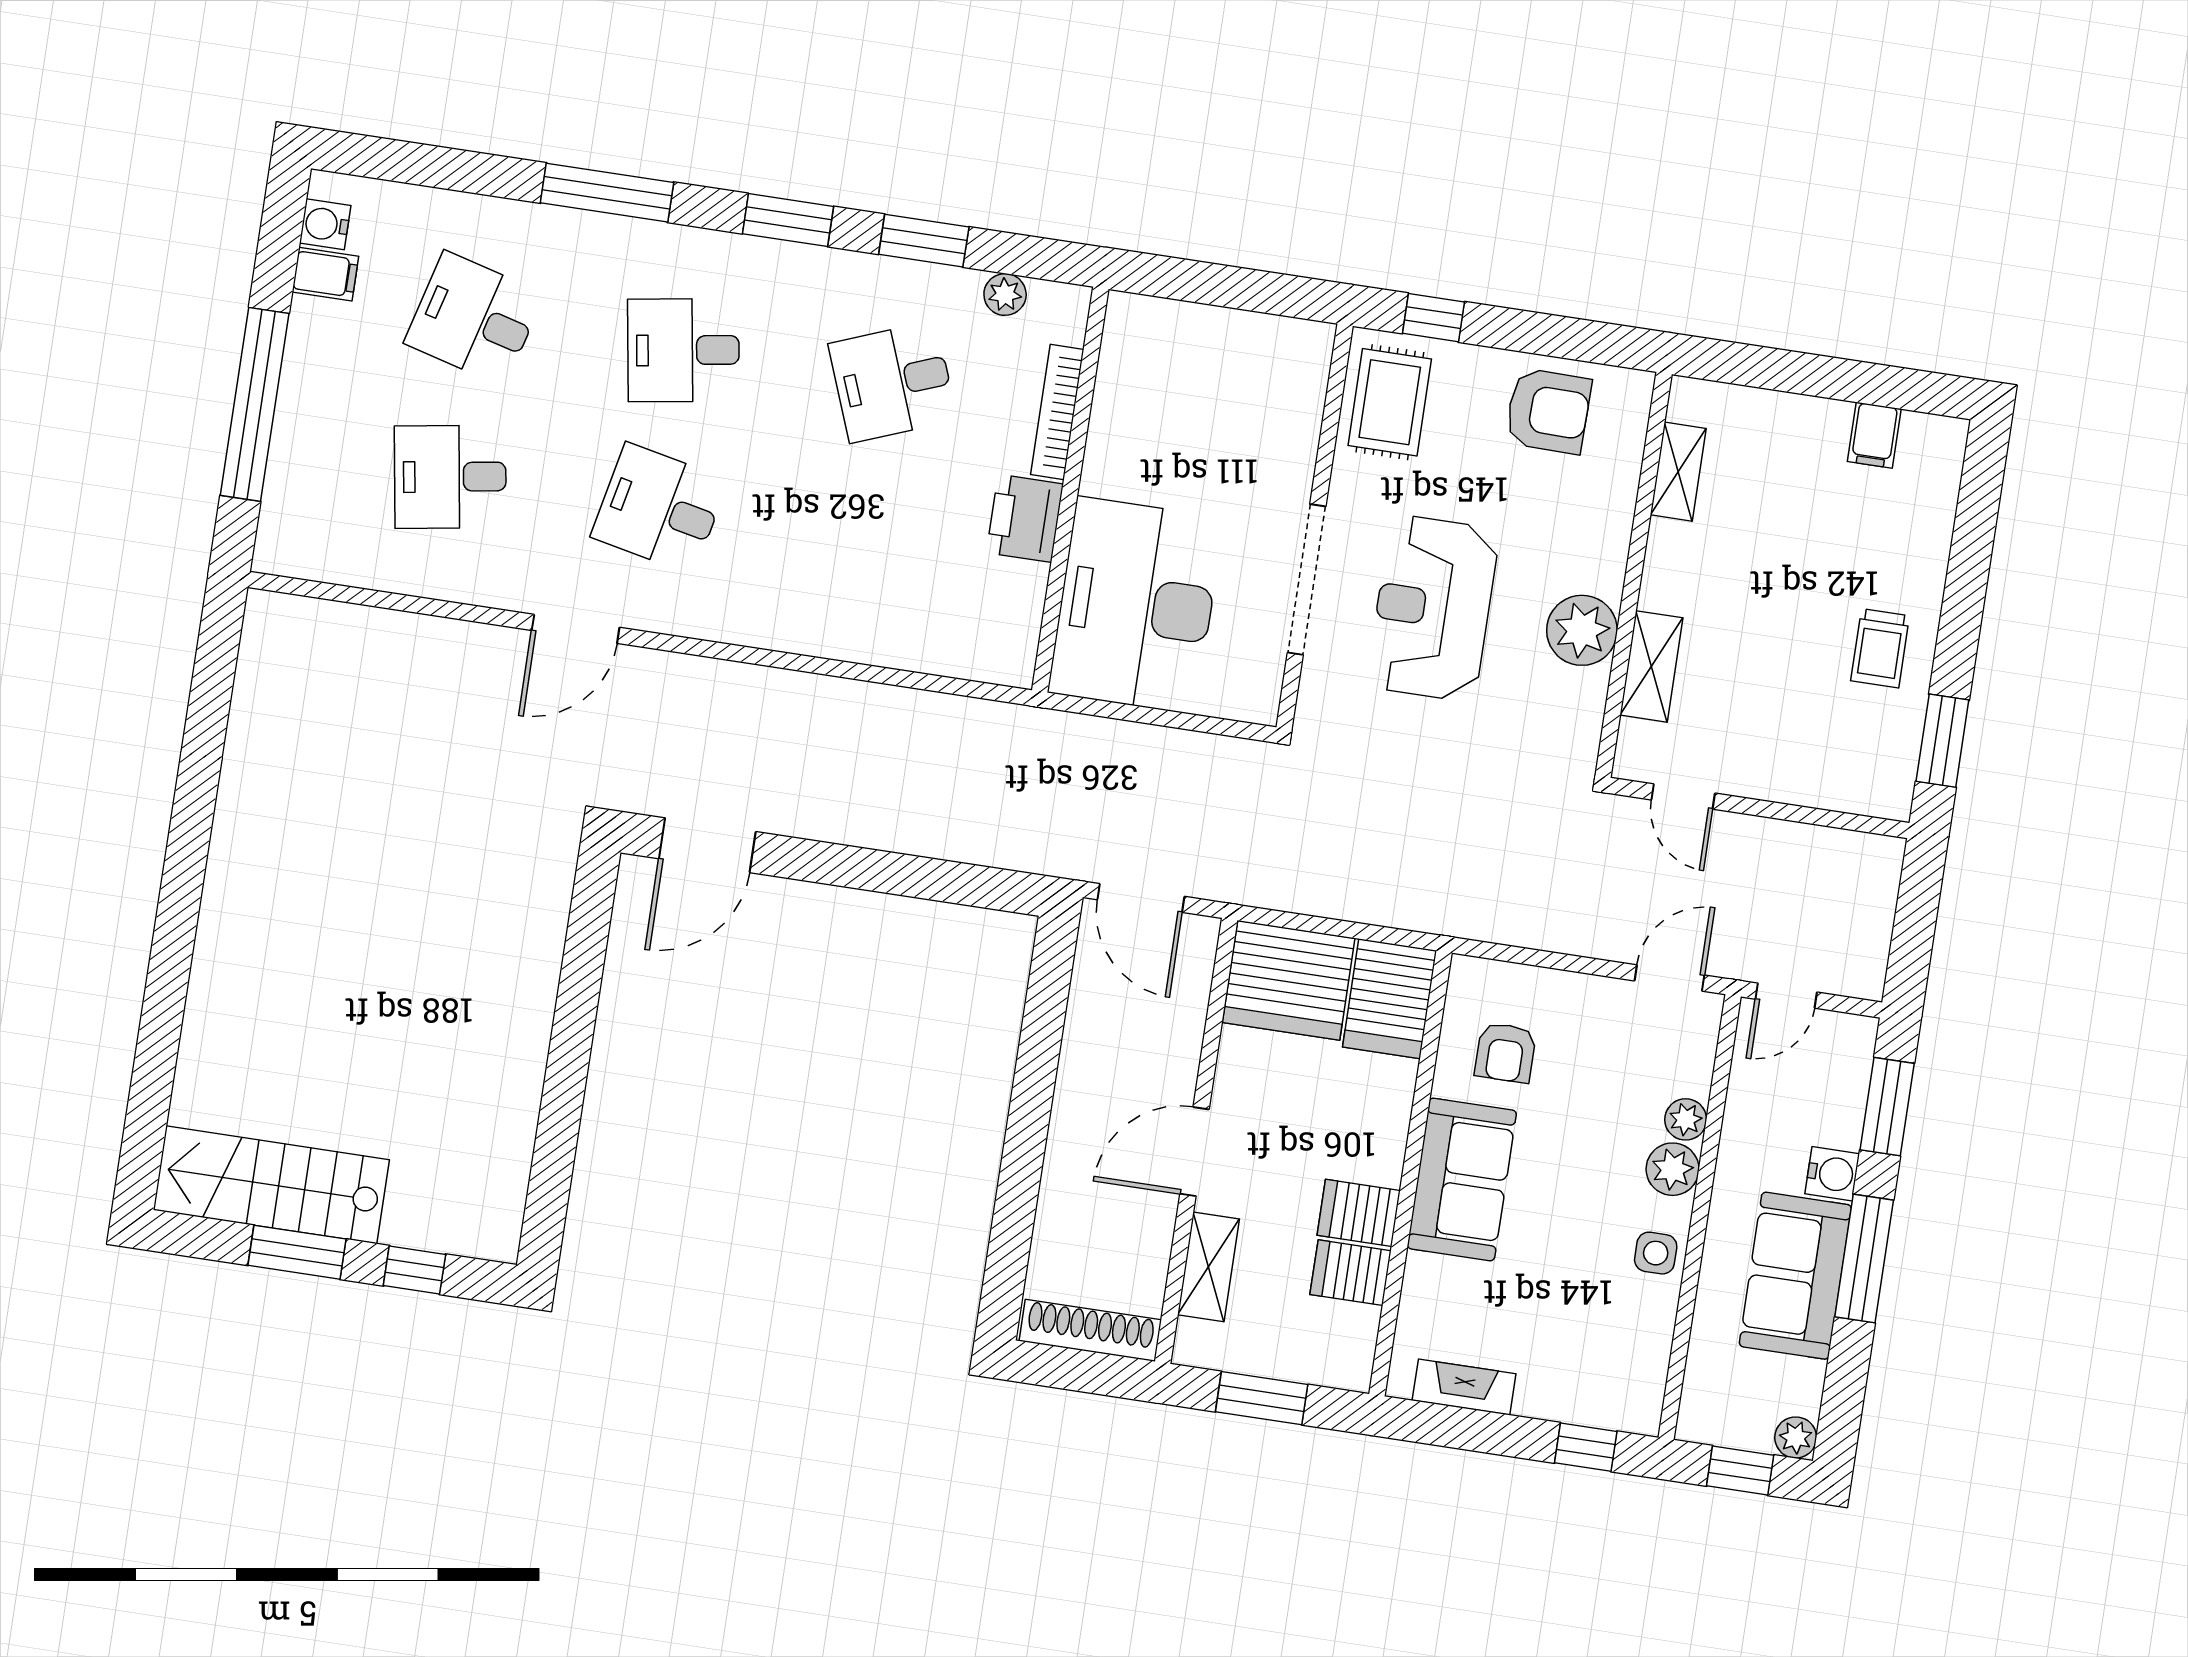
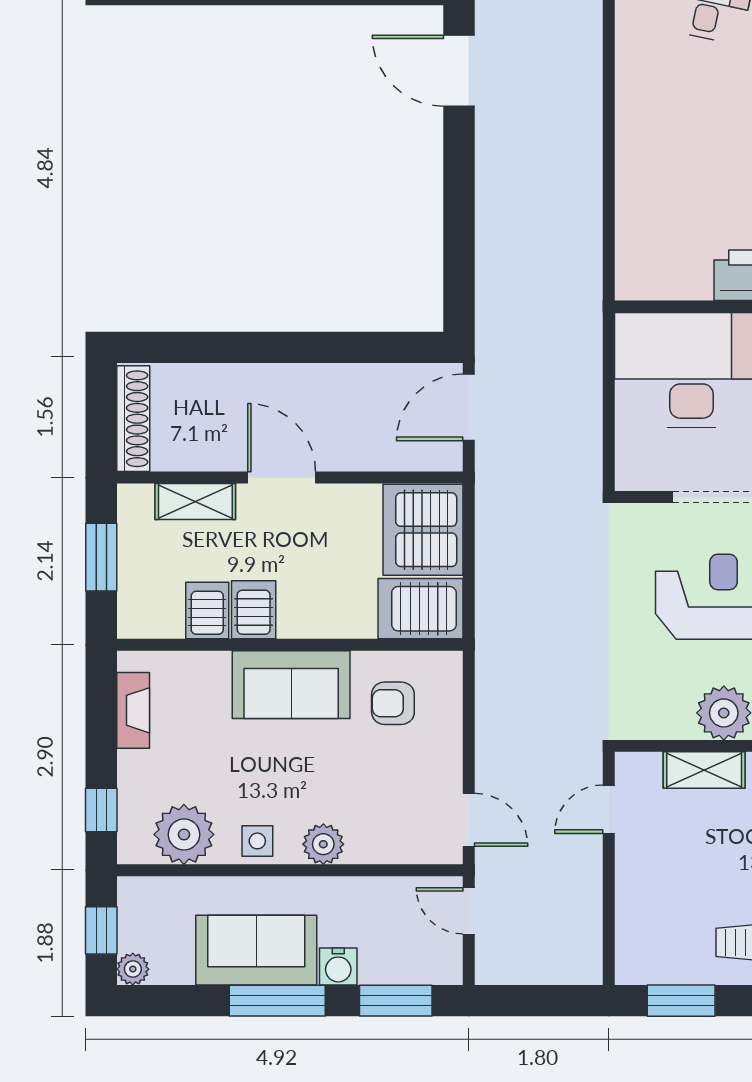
plant: (1686, 1119) -> (184, 834), moved, width x1.87, depth x1.87

